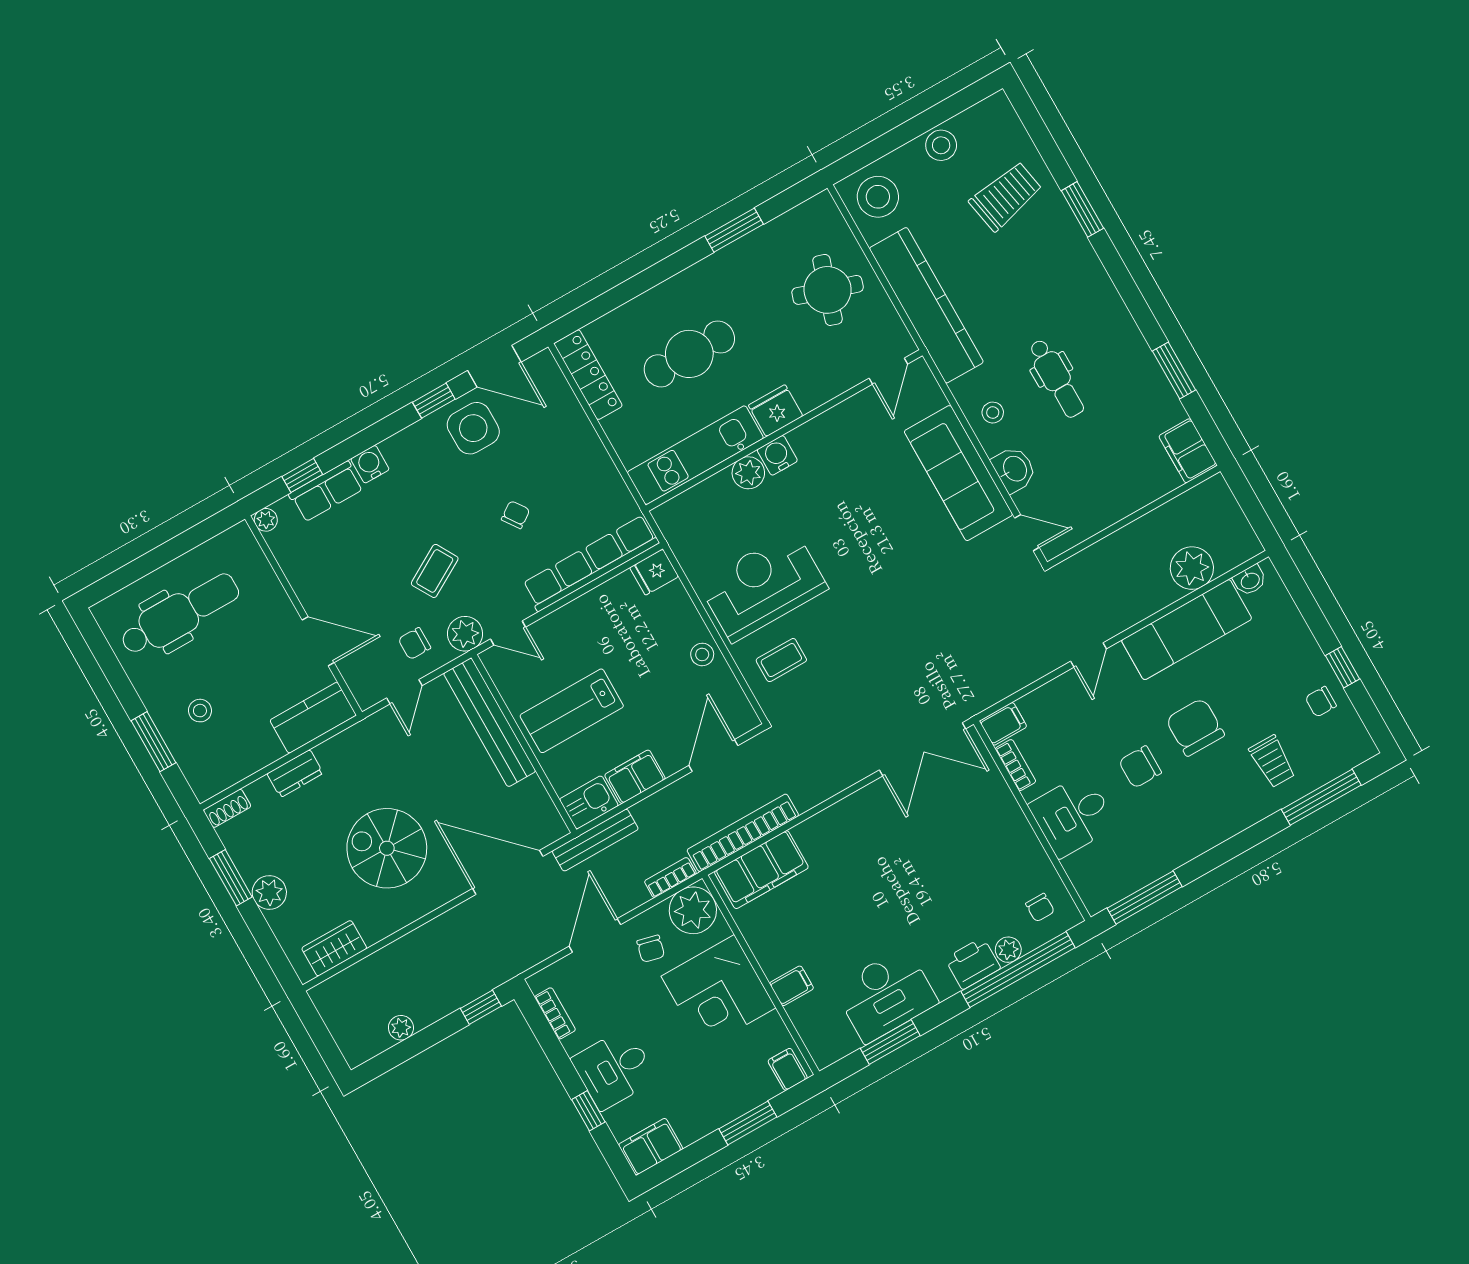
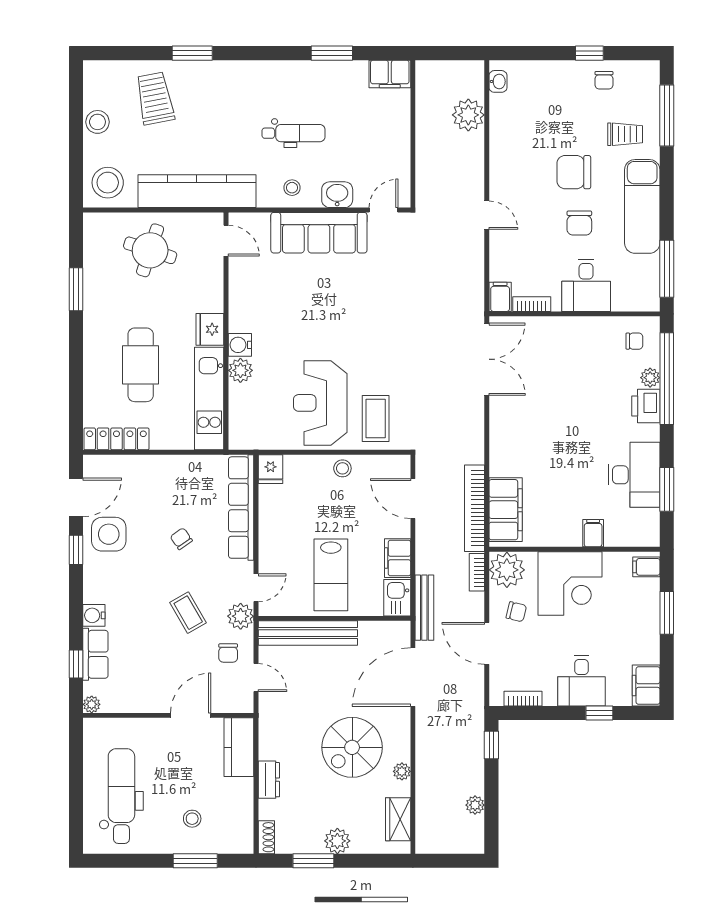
exam couch: (1187, 630) -> (642, 206), moved, turned 180
coffee table: (781, 660) -> (376, 419), width x1.36, depth x1.30
plant: (392, 921) -> (402, 771), added

